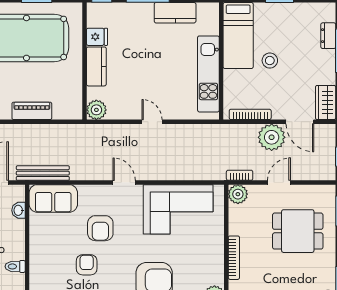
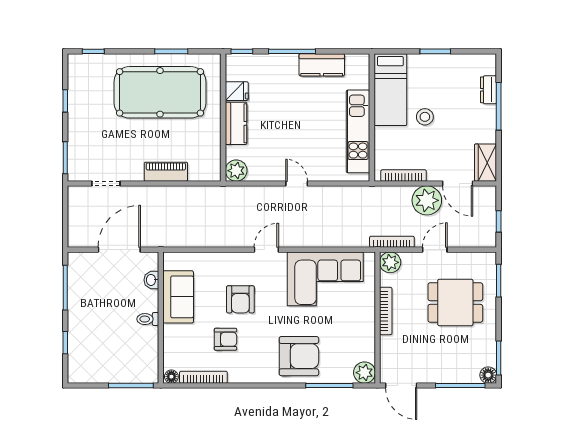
bench: (43, 173) -> (178, 239), removed
bookcase: (240, 175) -> (392, 242), width x1.56
door: (124, 183) -> (266, 250), hinge flipped
sofa: (53, 198) -> (178, 297), moved, turned -90
bookcase: (234, 258) -> (386, 311), moved
armchair: (87, 265) -> (225, 339), turned 90
toilet: (15, 266) -> (148, 319), moved

